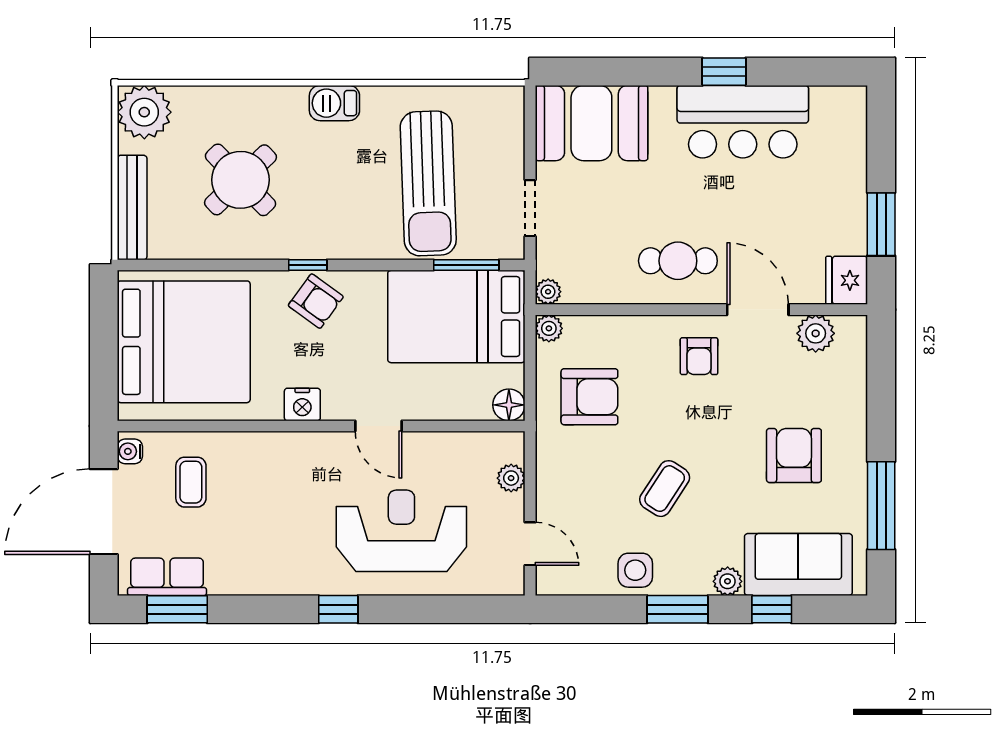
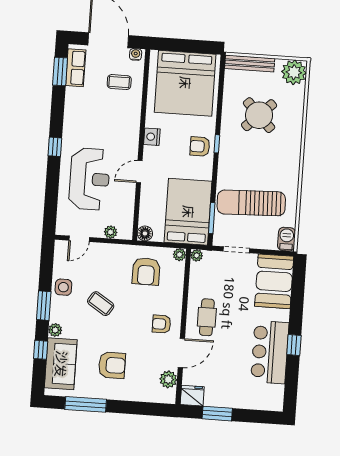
barbecue: (334, 103) -> (287, 239), moved
armchair: (316, 301) -> (200, 146), turned 54

